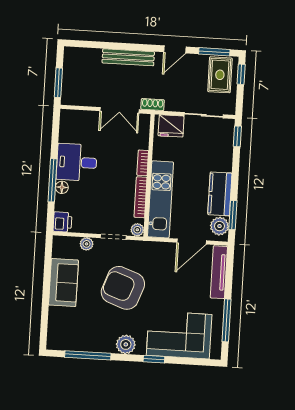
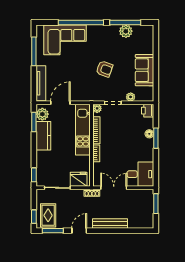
desk: (77, 162) -> (140, 174), moved
window: (53, 180) -> (156, 138), width x0.69
armchair: (123, 288) -> (104, 69), width x0.53, depth x0.53
plant: (126, 344) -> (126, 31), moved
window: (154, 359) -> (81, 22), width x3.17

